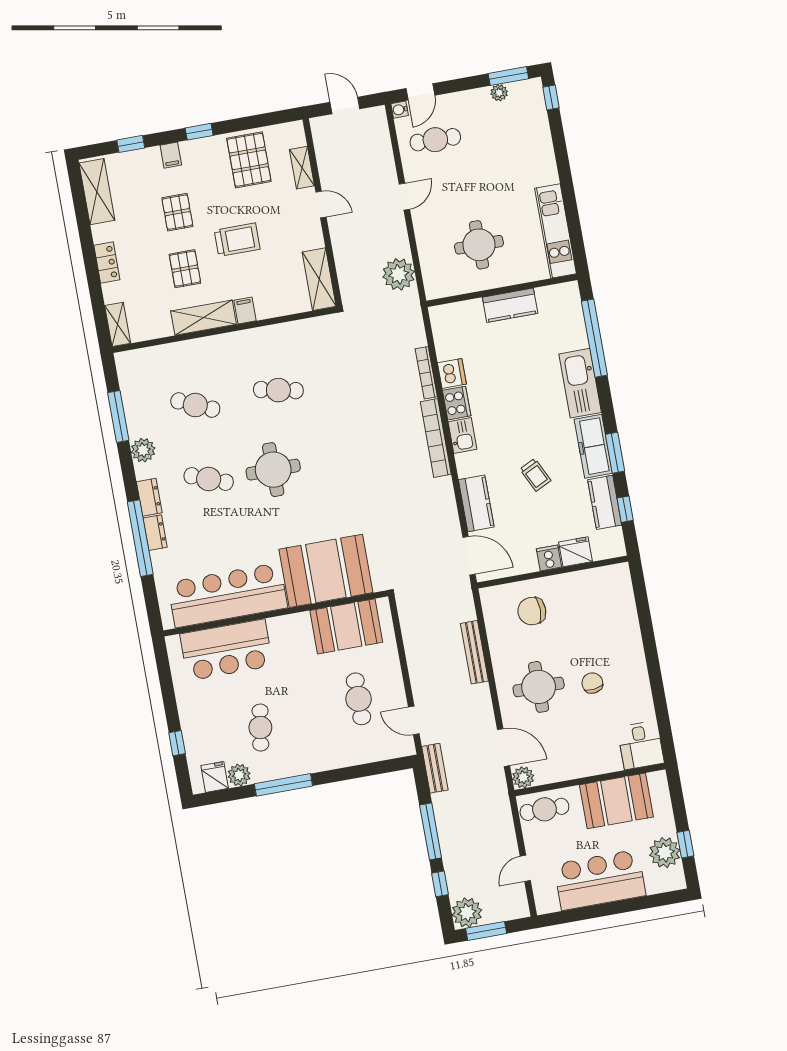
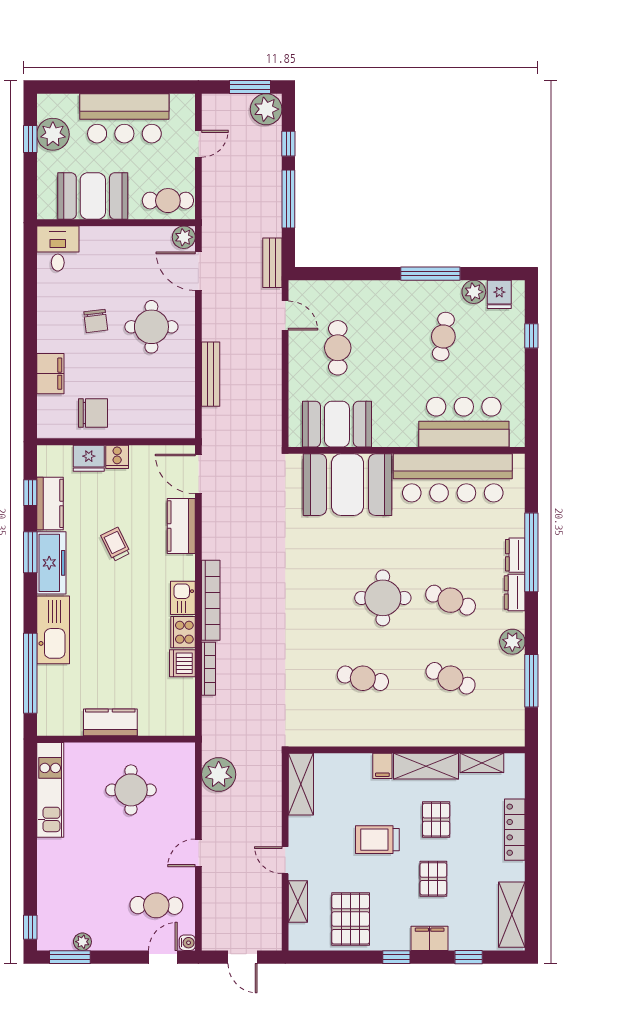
filing cabinet: (171, 155) -> (430, 938), width x2.00
locker: (107, 262) -> (515, 830), width x1.53
shelving: (118, 324) -> (482, 763), moved, turned 90
chair: (532, 611) -> (93, 413), moved
filing cabinet: (626, 625) -> (50, 374), added

